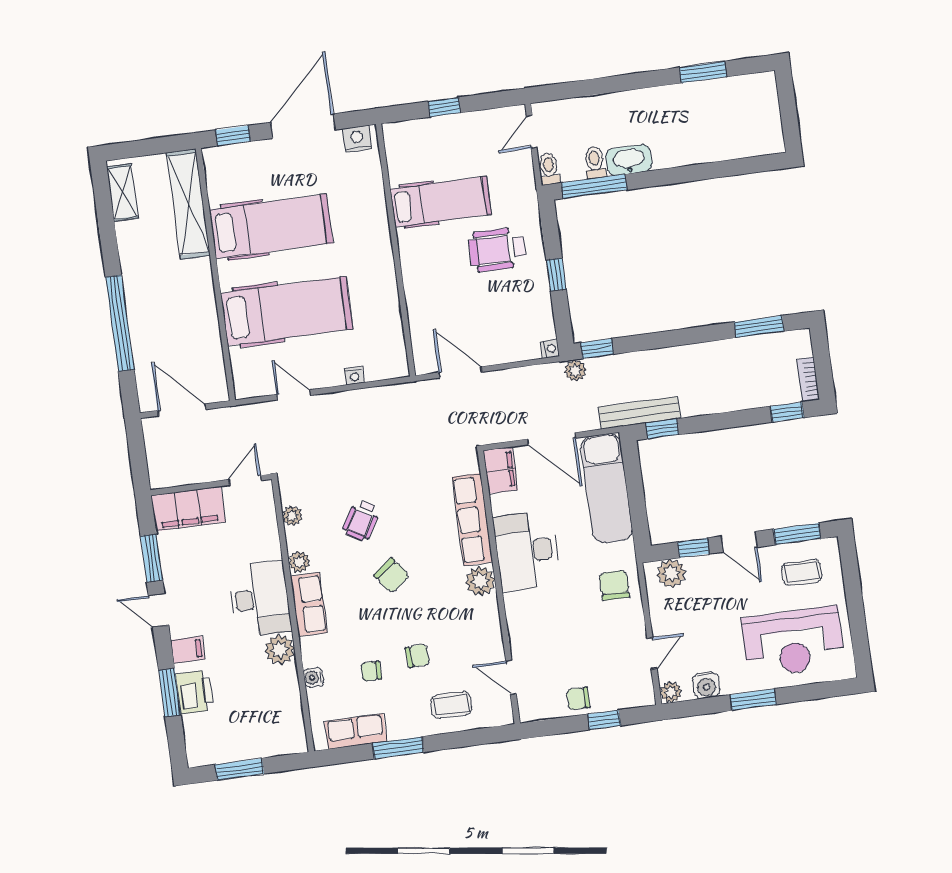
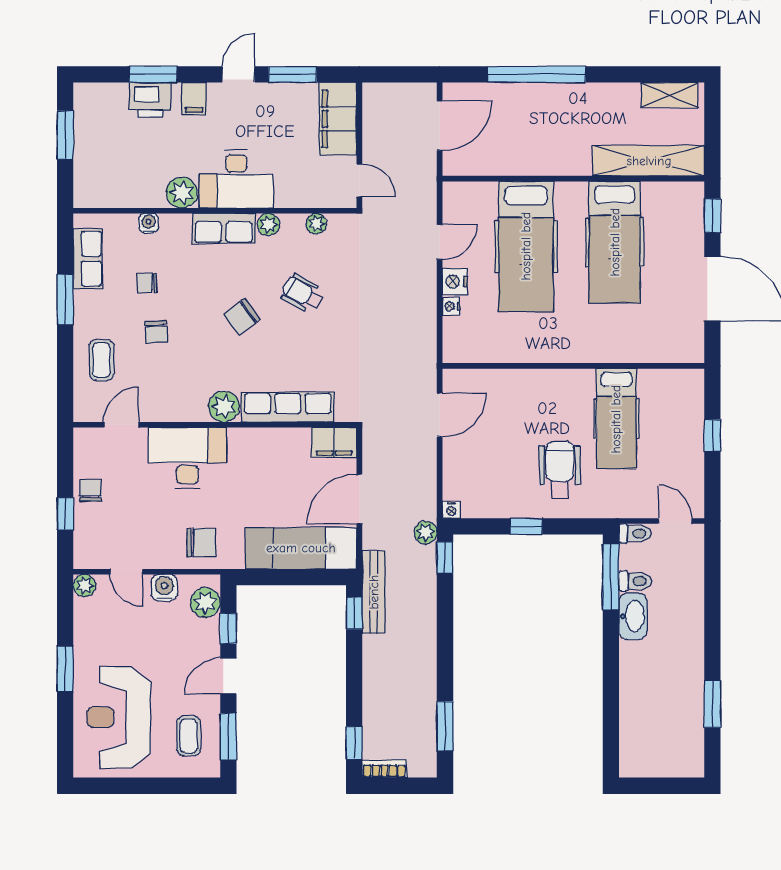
nightstand: (357, 139) -> (455, 282), moved, turned 180
desk: (527, 551) -> (187, 458), moved
chair: (371, 671) -> (147, 283), turned -90
water cooler: (706, 685) -> (164, 588), moved, turned 90

